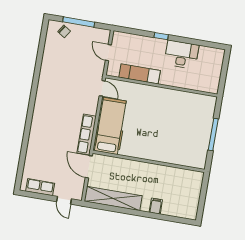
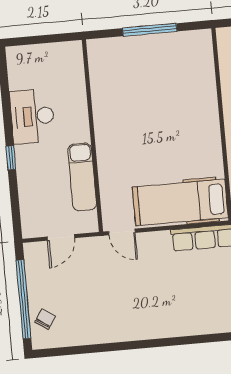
window: (79, 22) -> (23, 299), width x1.46
door: (102, 88) -> (122, 232), swing flipped

